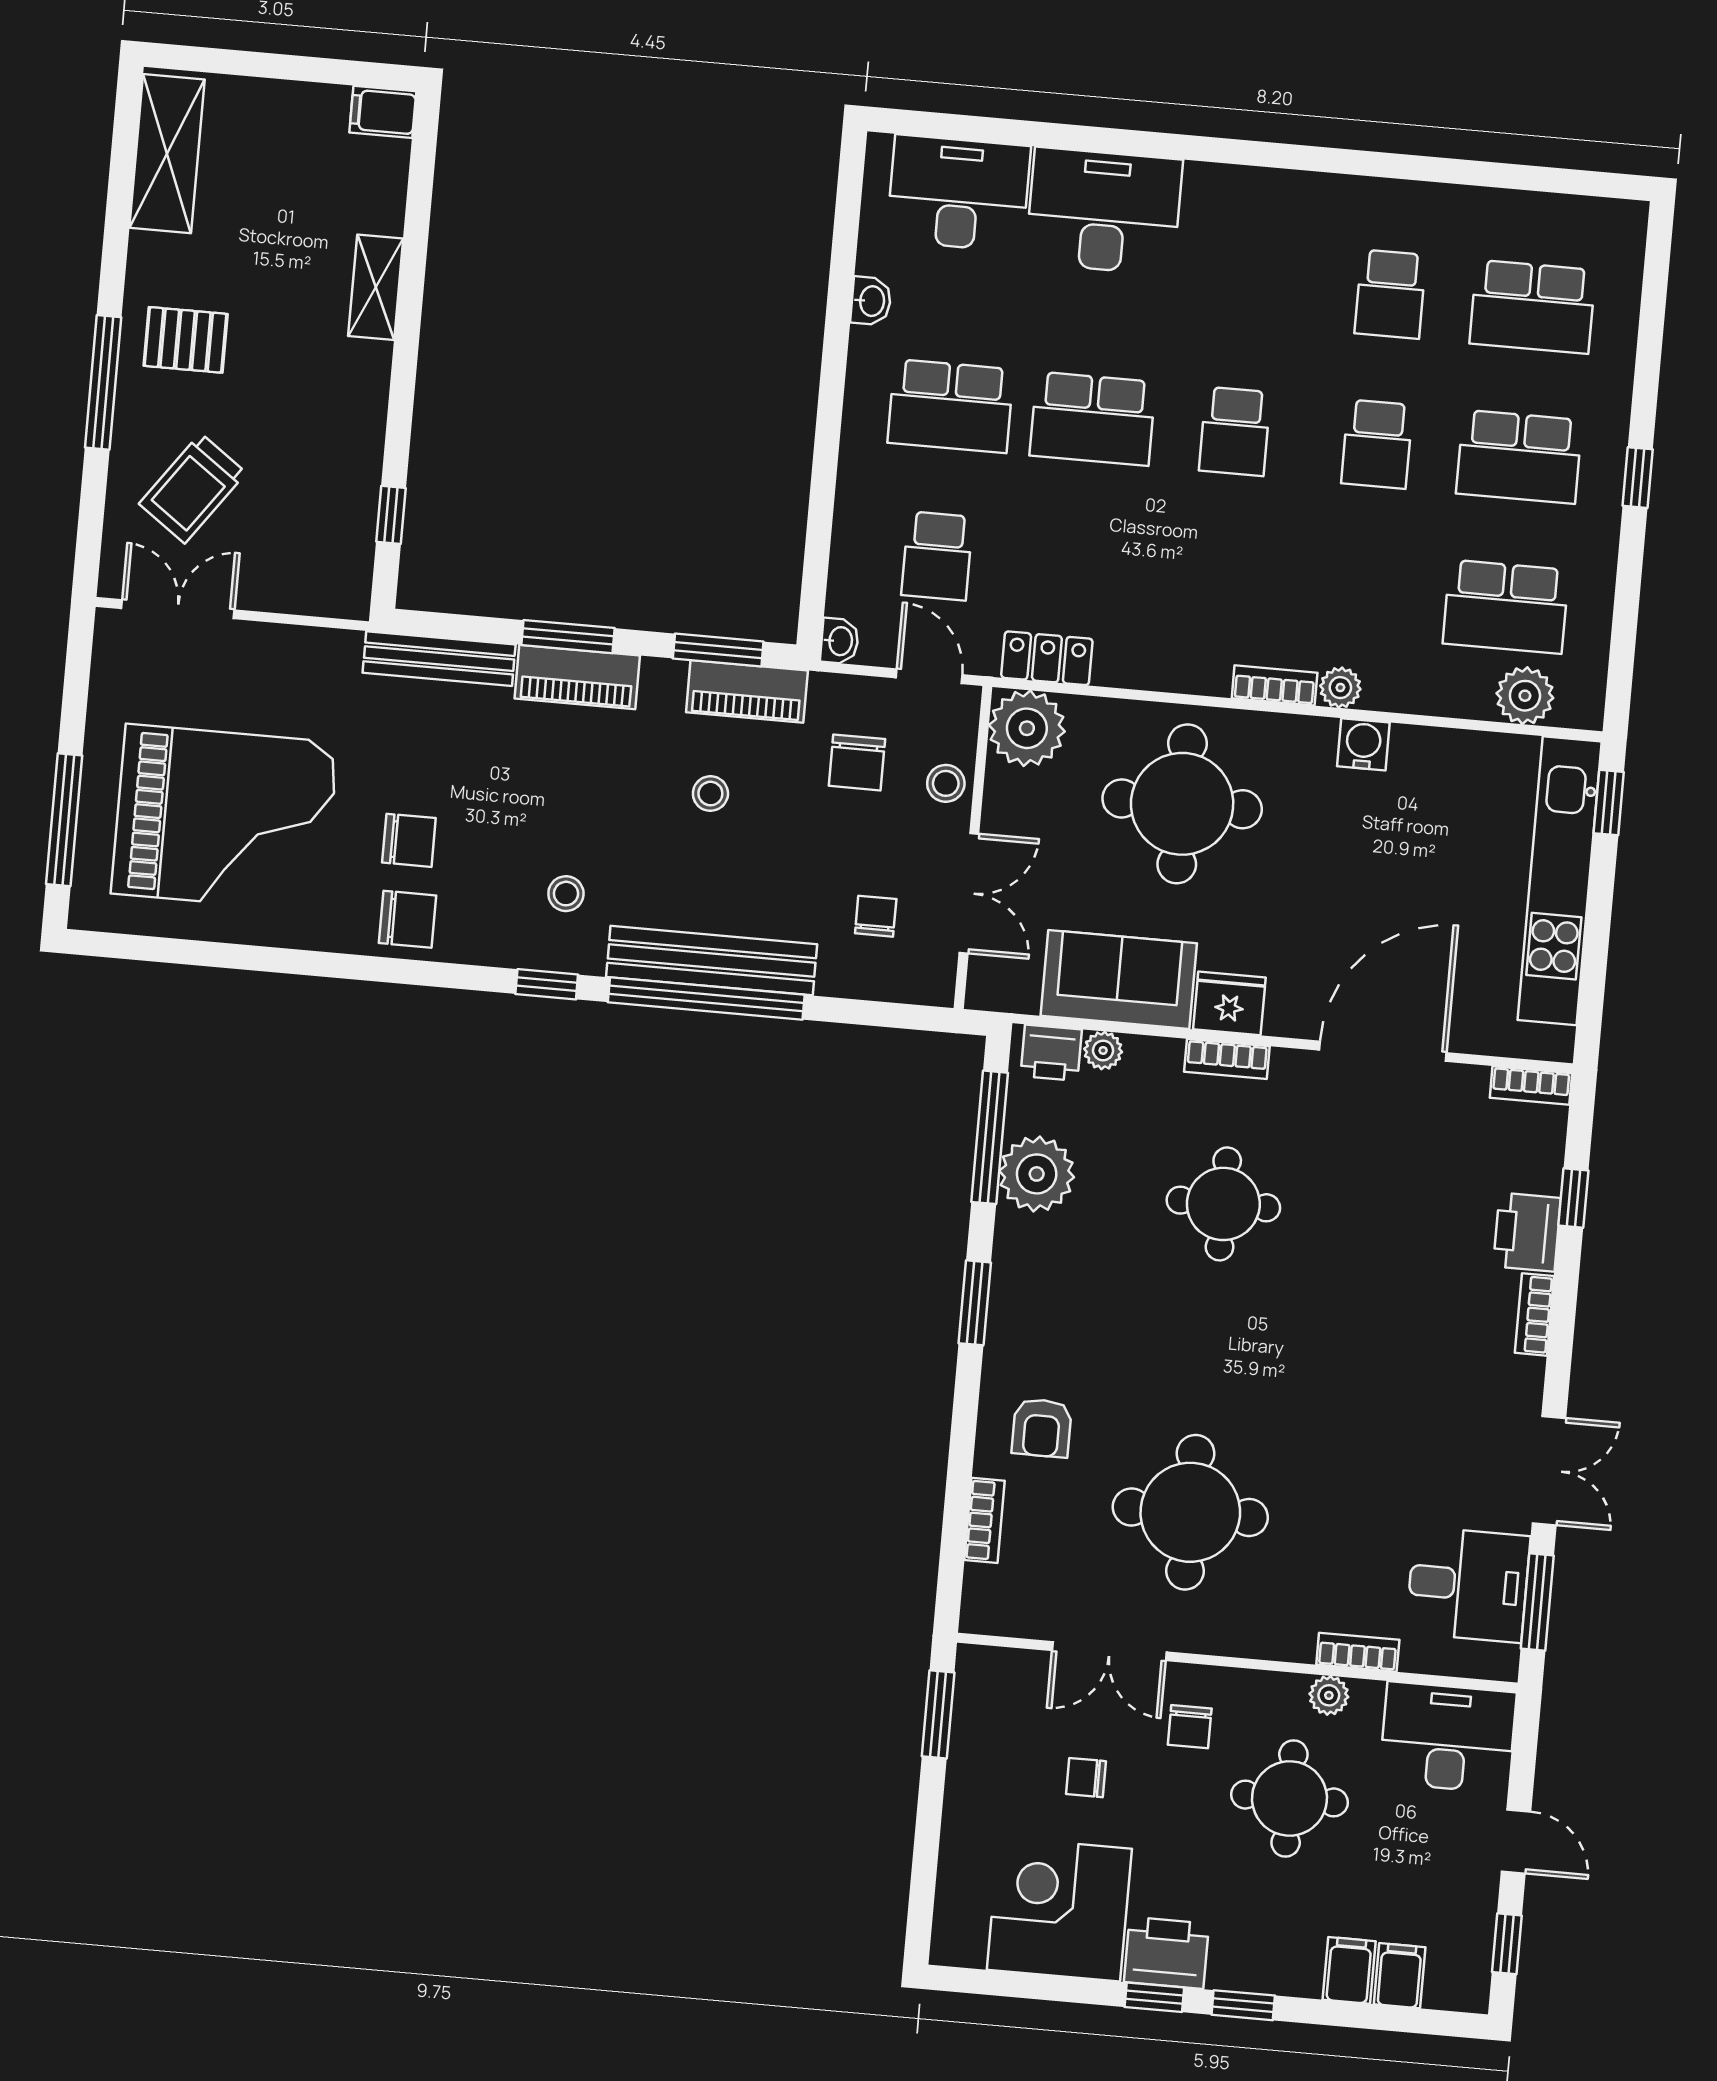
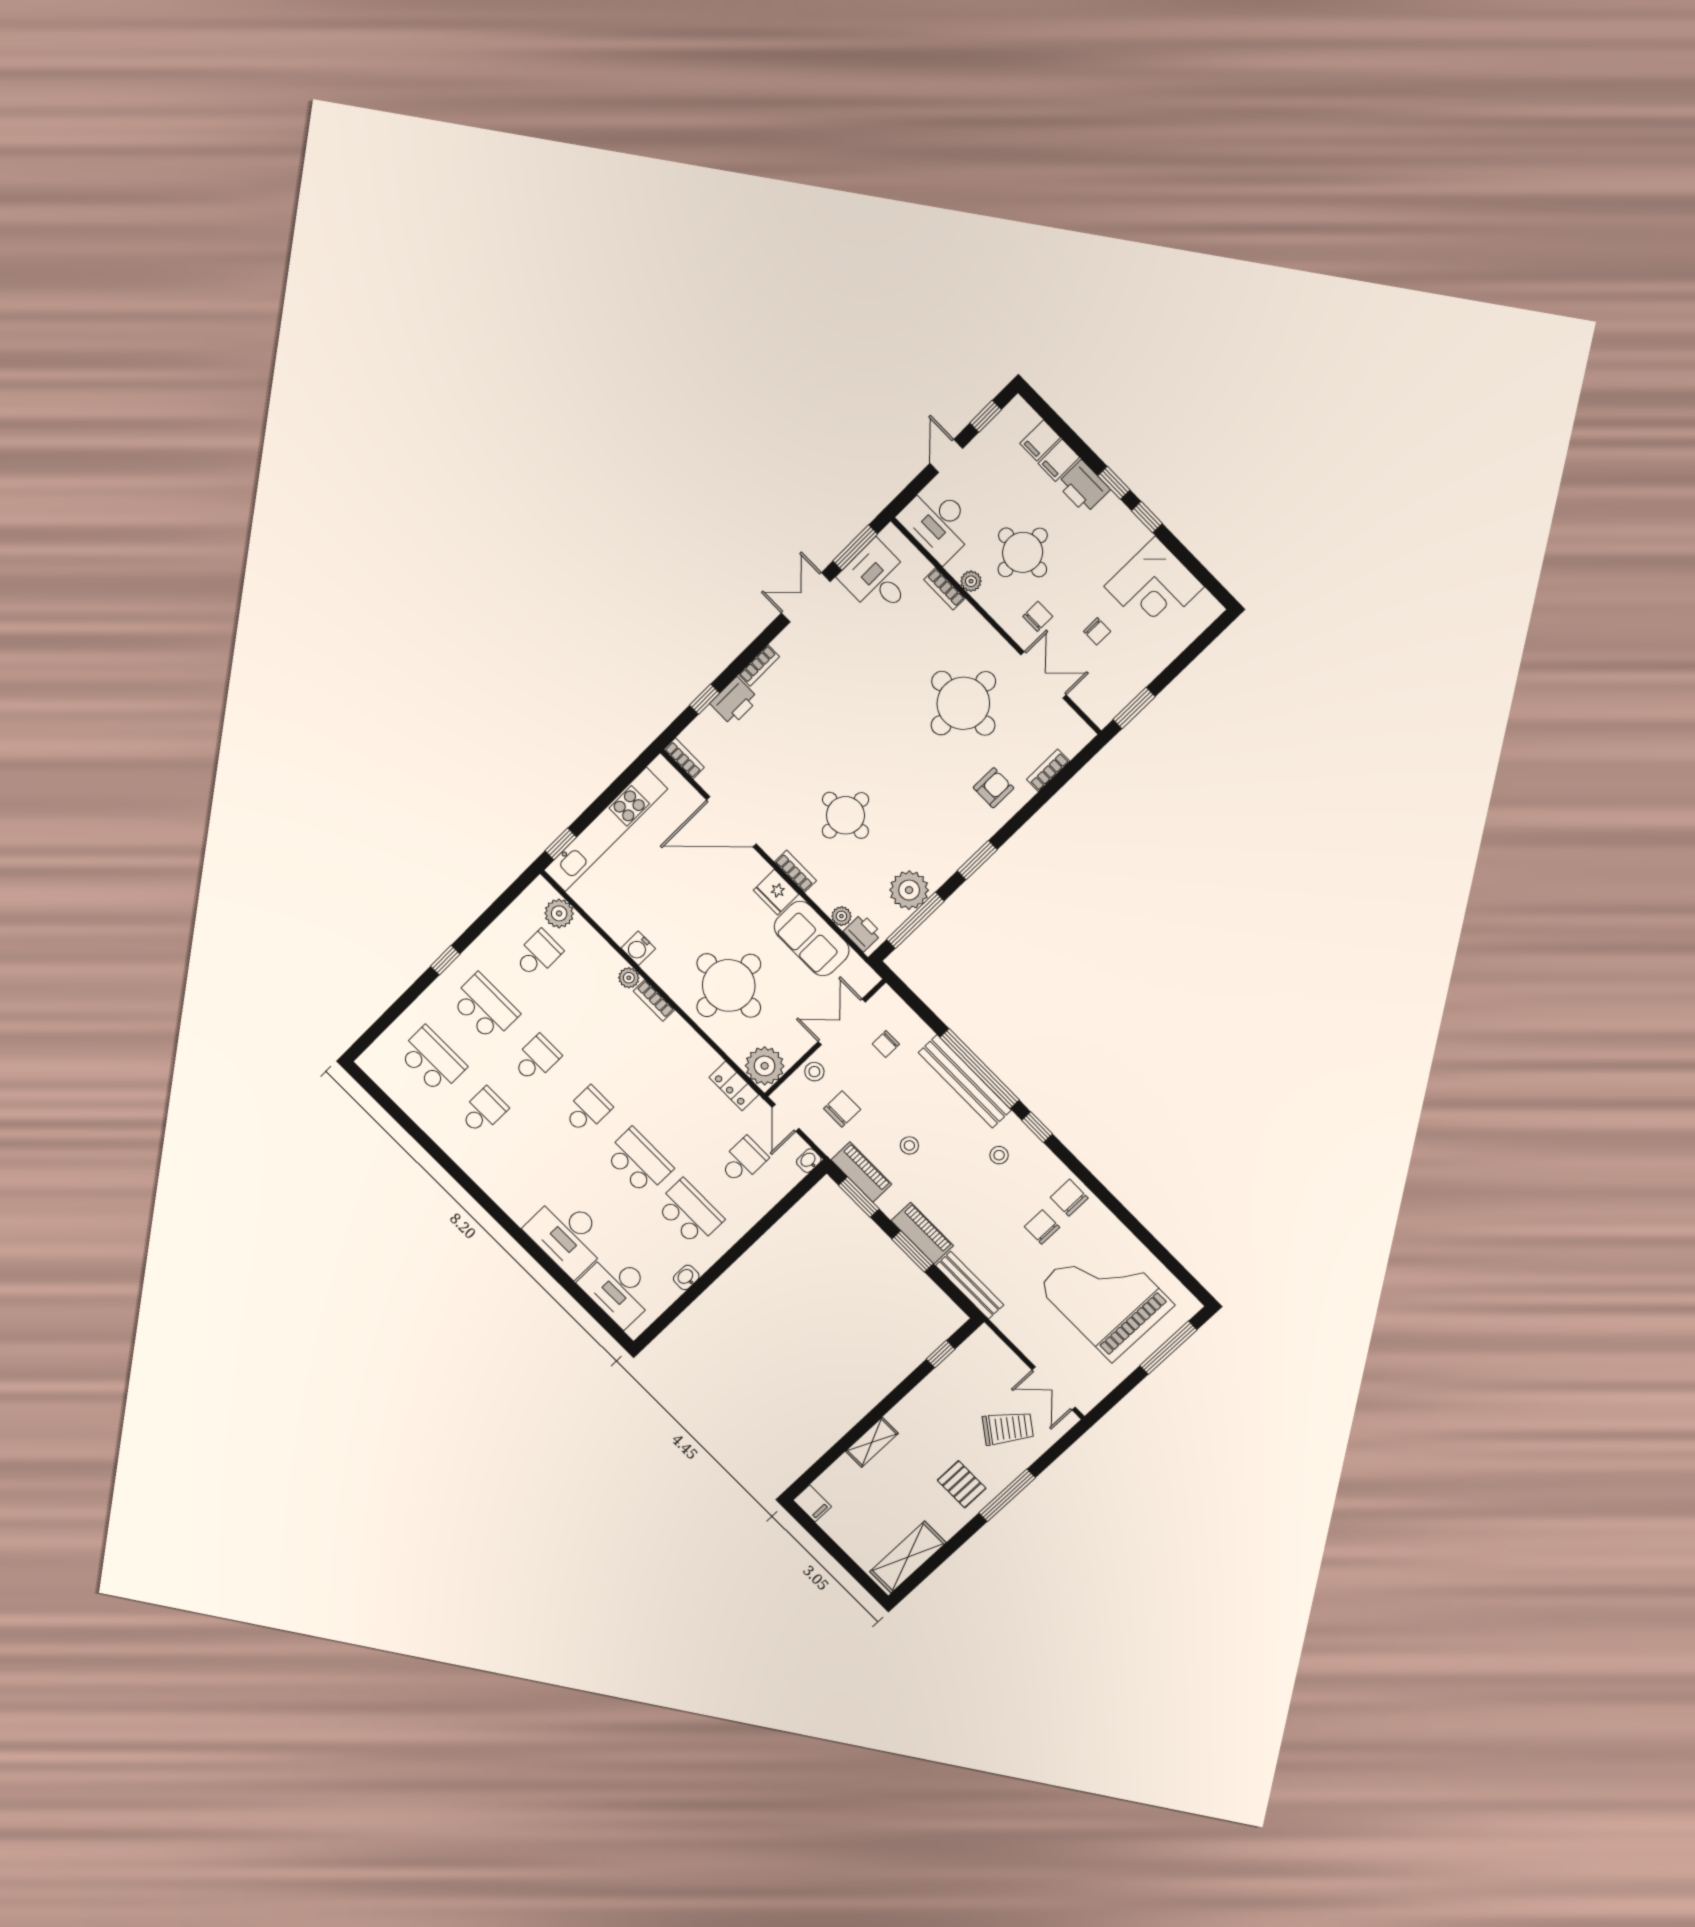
school desk: (1506, 607) -> (538, 954), width x0.54
printer: (1166, 1953) -> (1083, 487), moved

